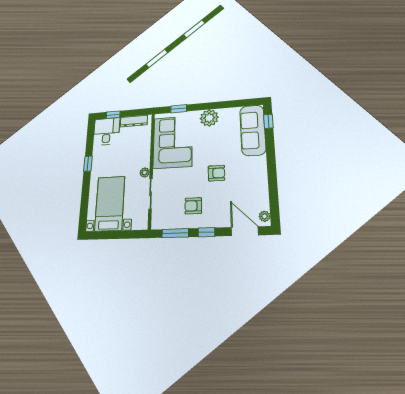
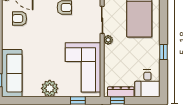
window: (113, 115) -> (117, 100), moved
armchair: (216, 173) -> (20, 19), moved

